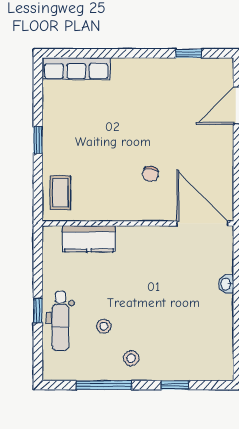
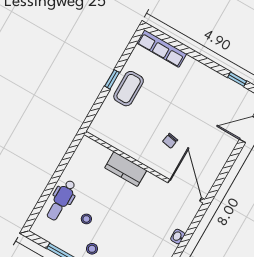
coffee table: (60, 193) -> (129, 89), moved, width x1.36, depth x1.30
kitchen counter: (89, 239) -> (126, 169), moved
window: (38, 311) -> (51, 186), removed

